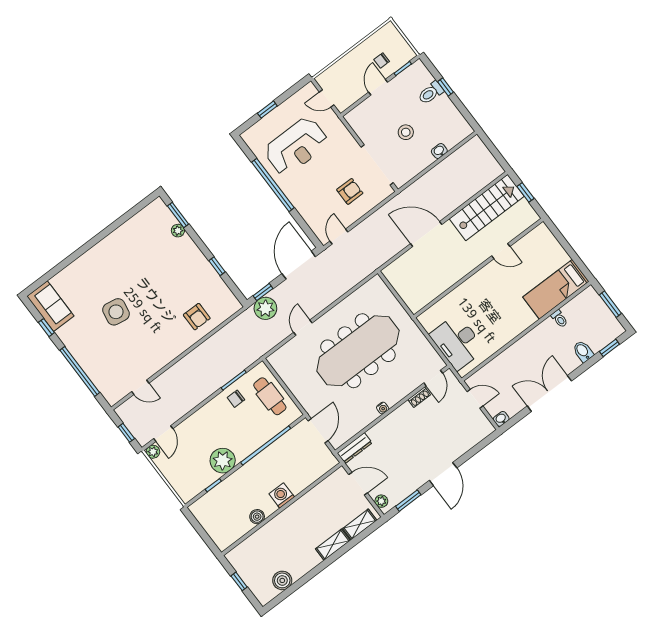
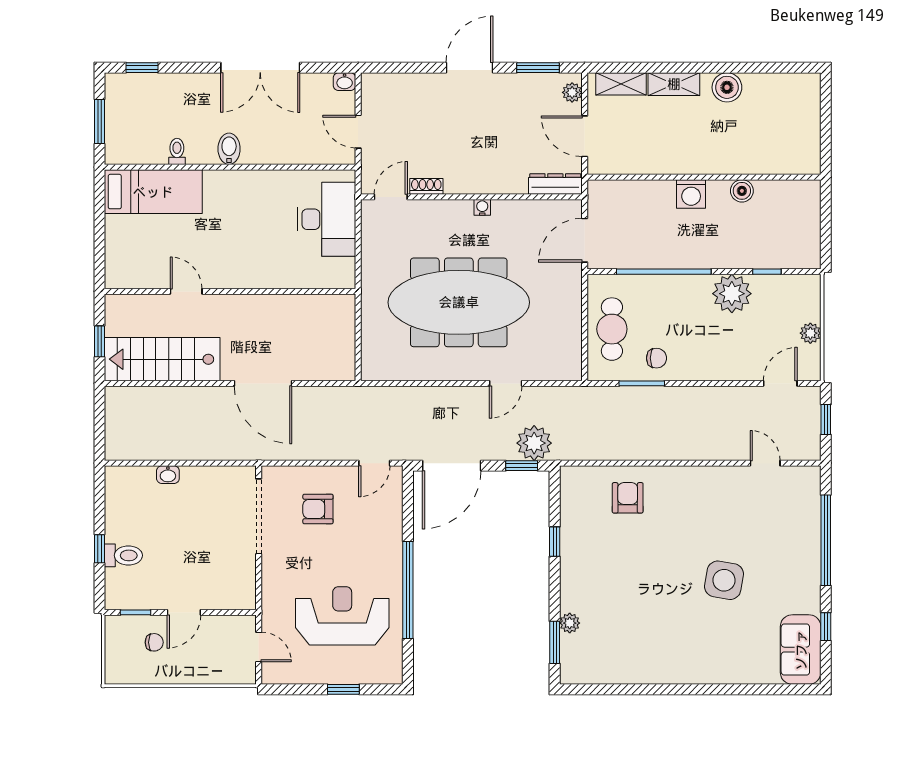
stool: (406, 132) -> (192, 530), removed
bidet: (583, 351) -> (229, 149), moved, turned 180
plant: (153, 452) -> (810, 333), moved
boiler: (282, 580) -> (727, 87), moved
window: (239, 581) -> (826, 127), removed

